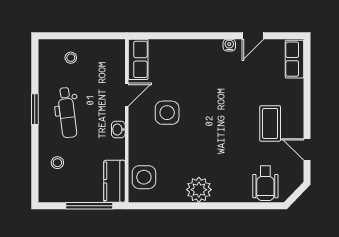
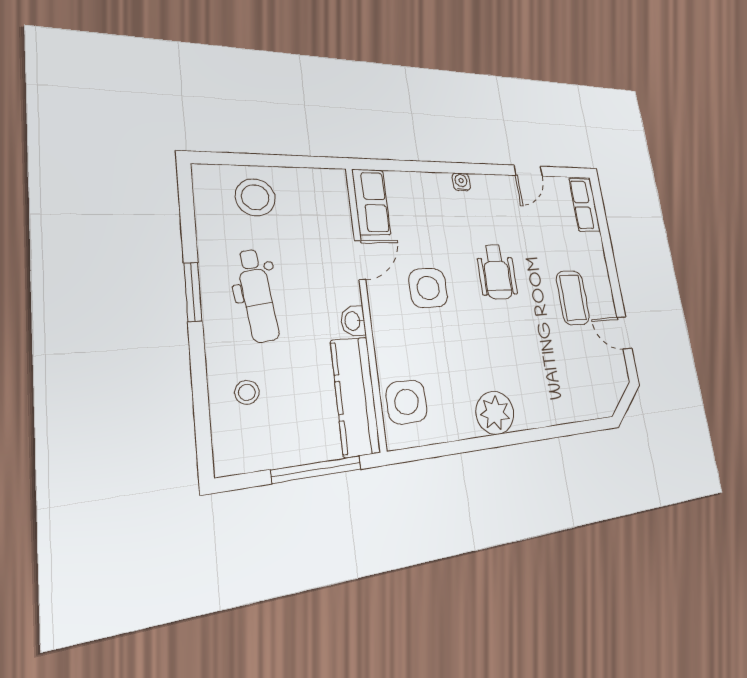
water cooler: (229, 45) -> (461, 182), moved
stool: (71, 58) -> (255, 197), width x1.89, depth x1.89
kitchen counter: (114, 181) -> (355, 396), width x1.50
wheelchair: (265, 183) -> (497, 272), moved

